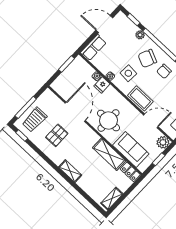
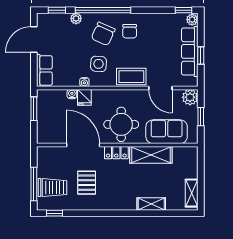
trolley: (35, 120) -> (53, 188), turned -90
door: (151, 121) -> (160, 88), swing flipped
shelving: (70, 171) -> (151, 204), moved
locker: (130, 172) -> (116, 153), moved

